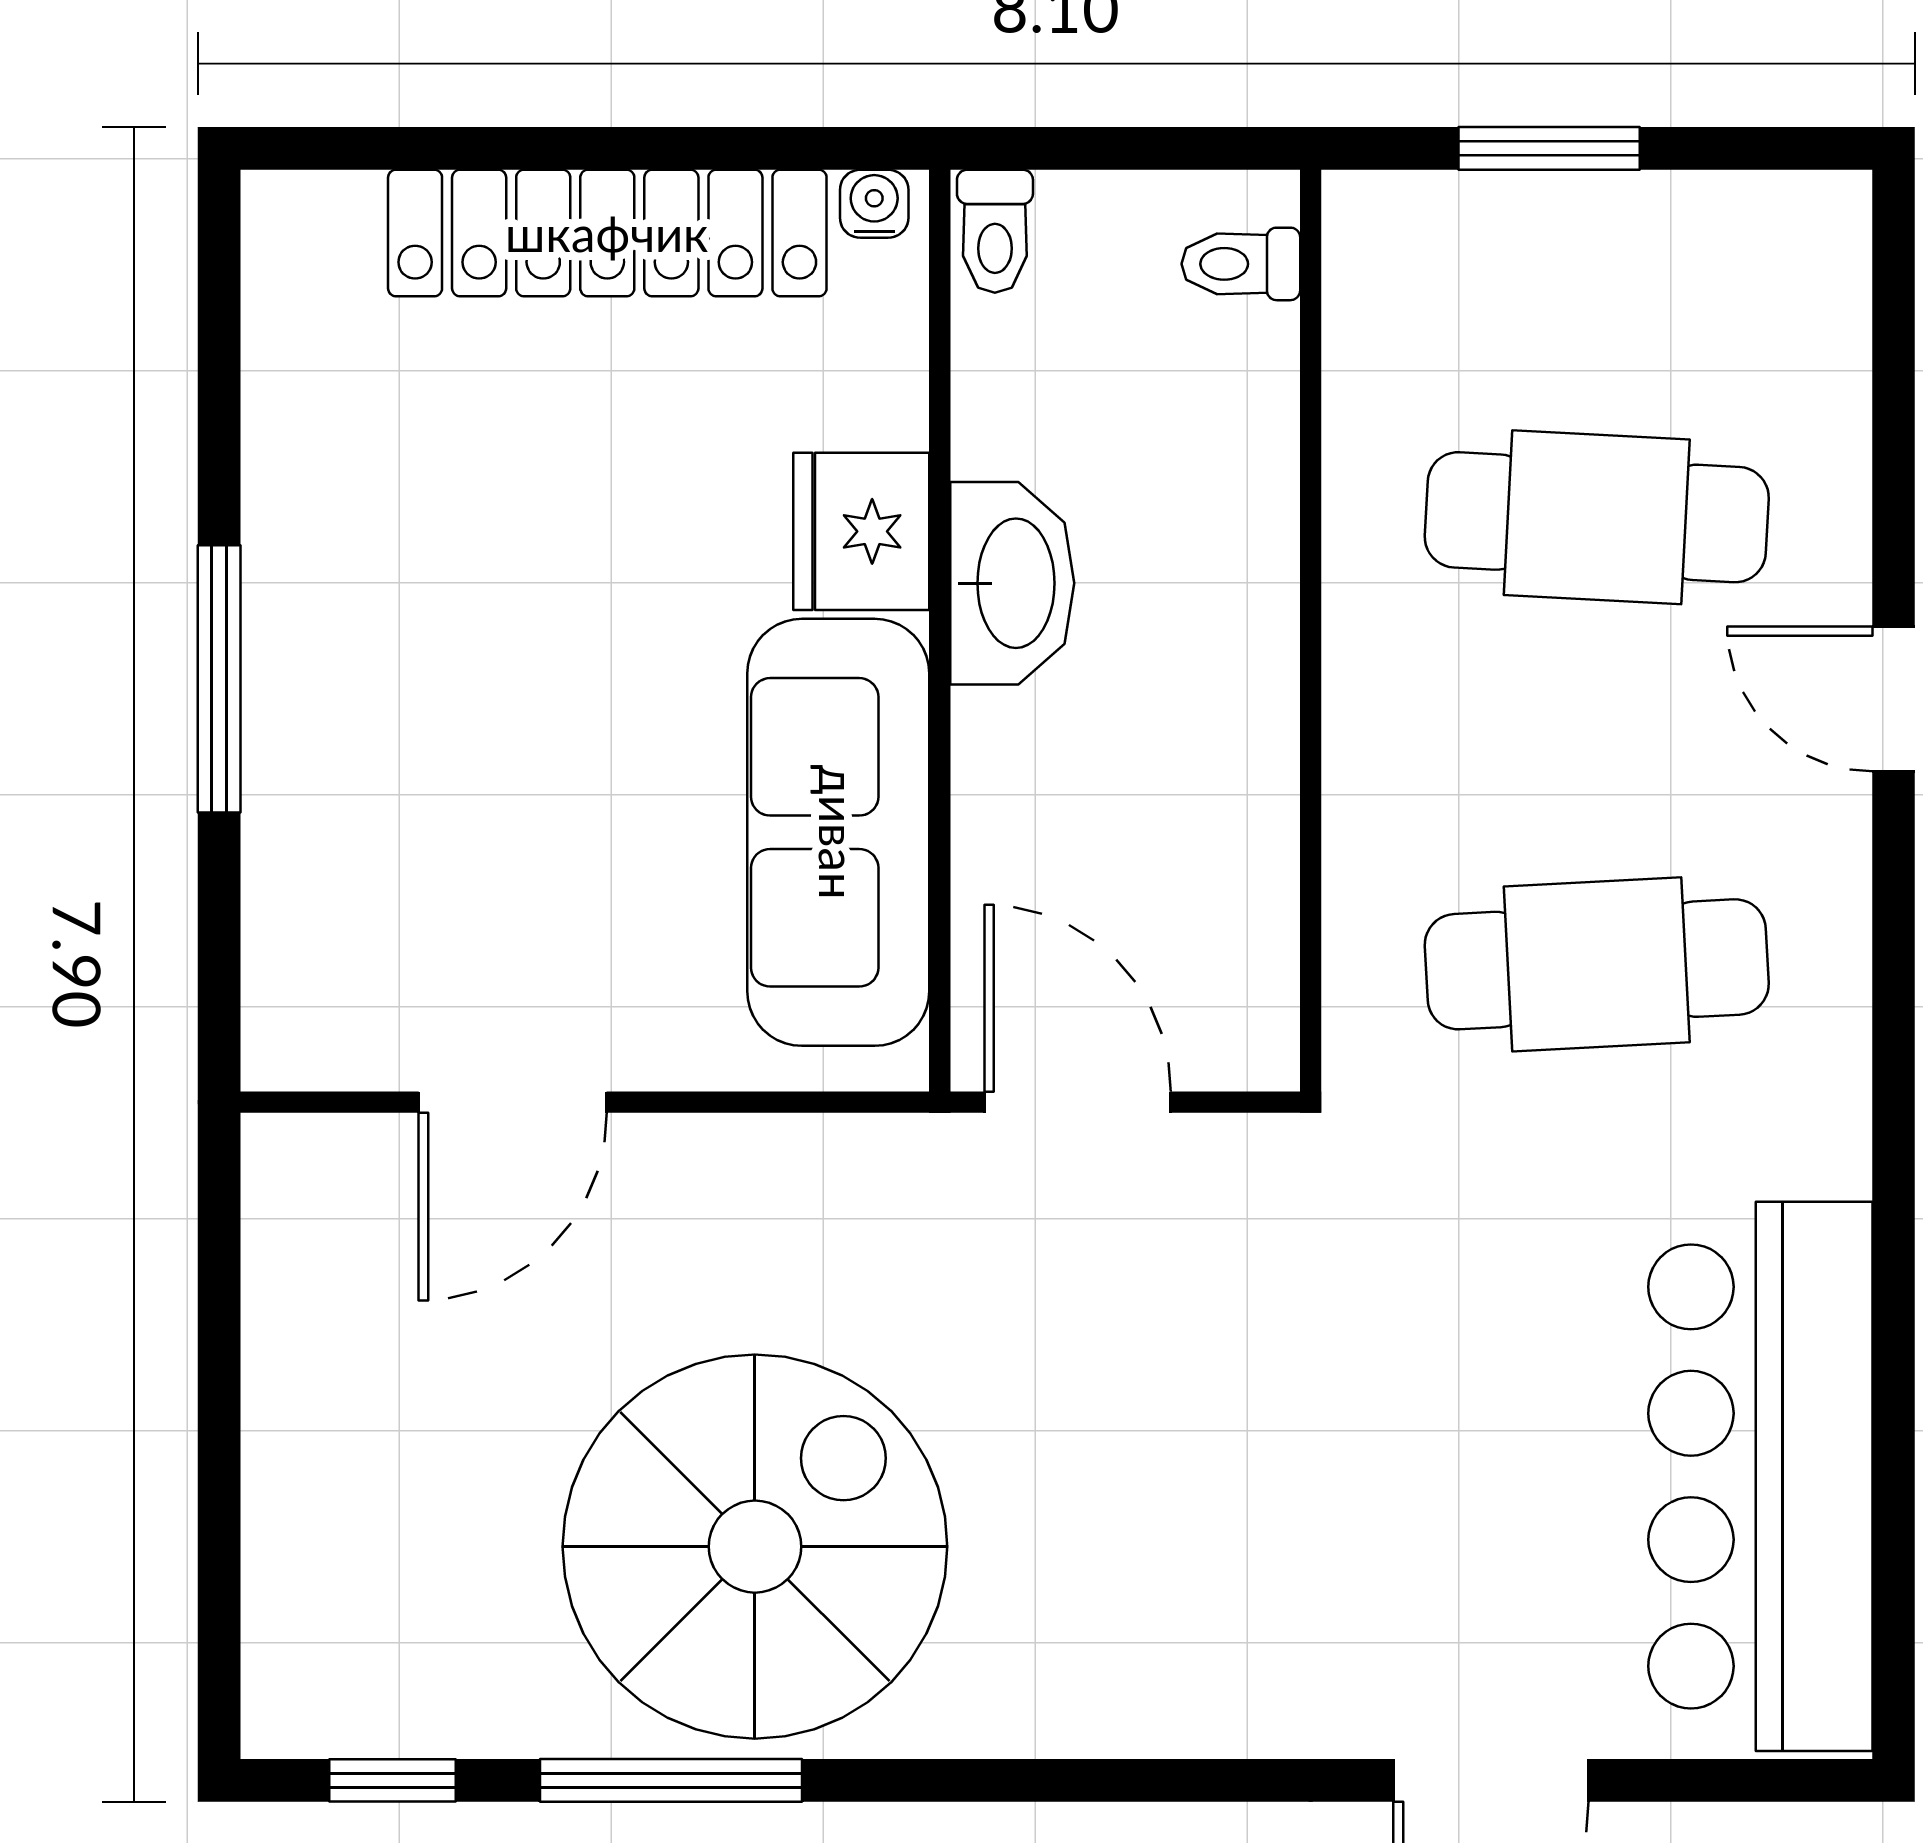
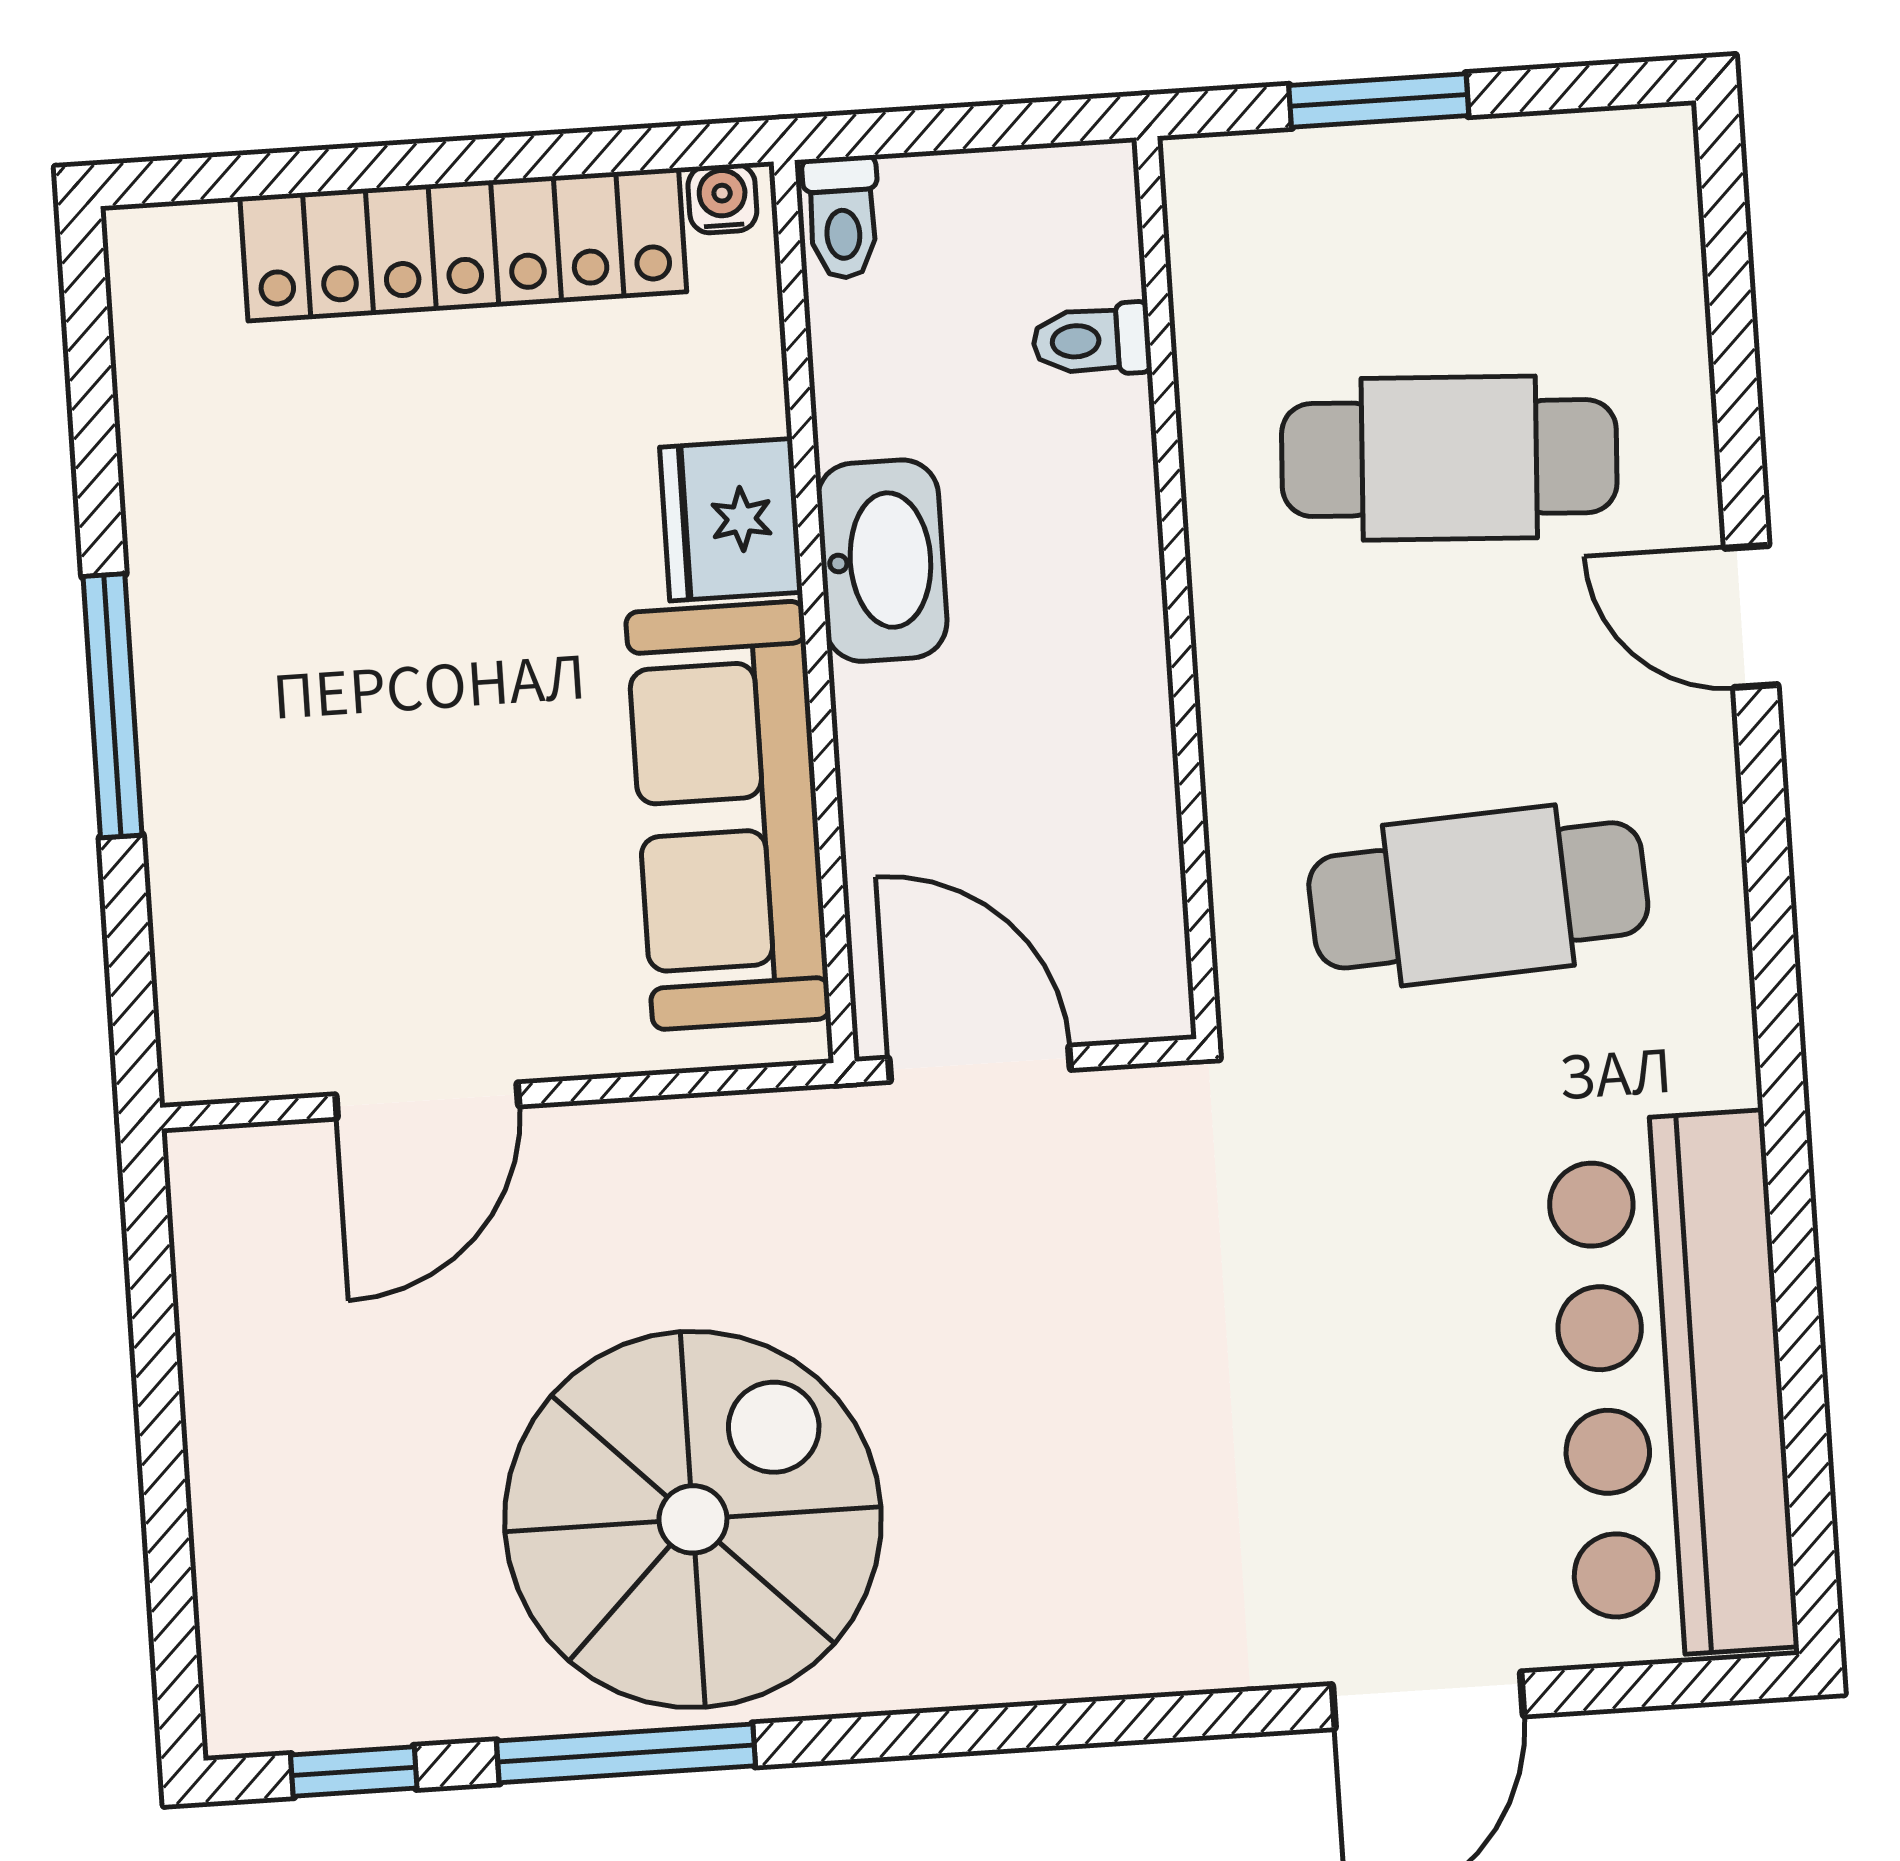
toilet: (1241, 264) -> (1092, 340), moved

